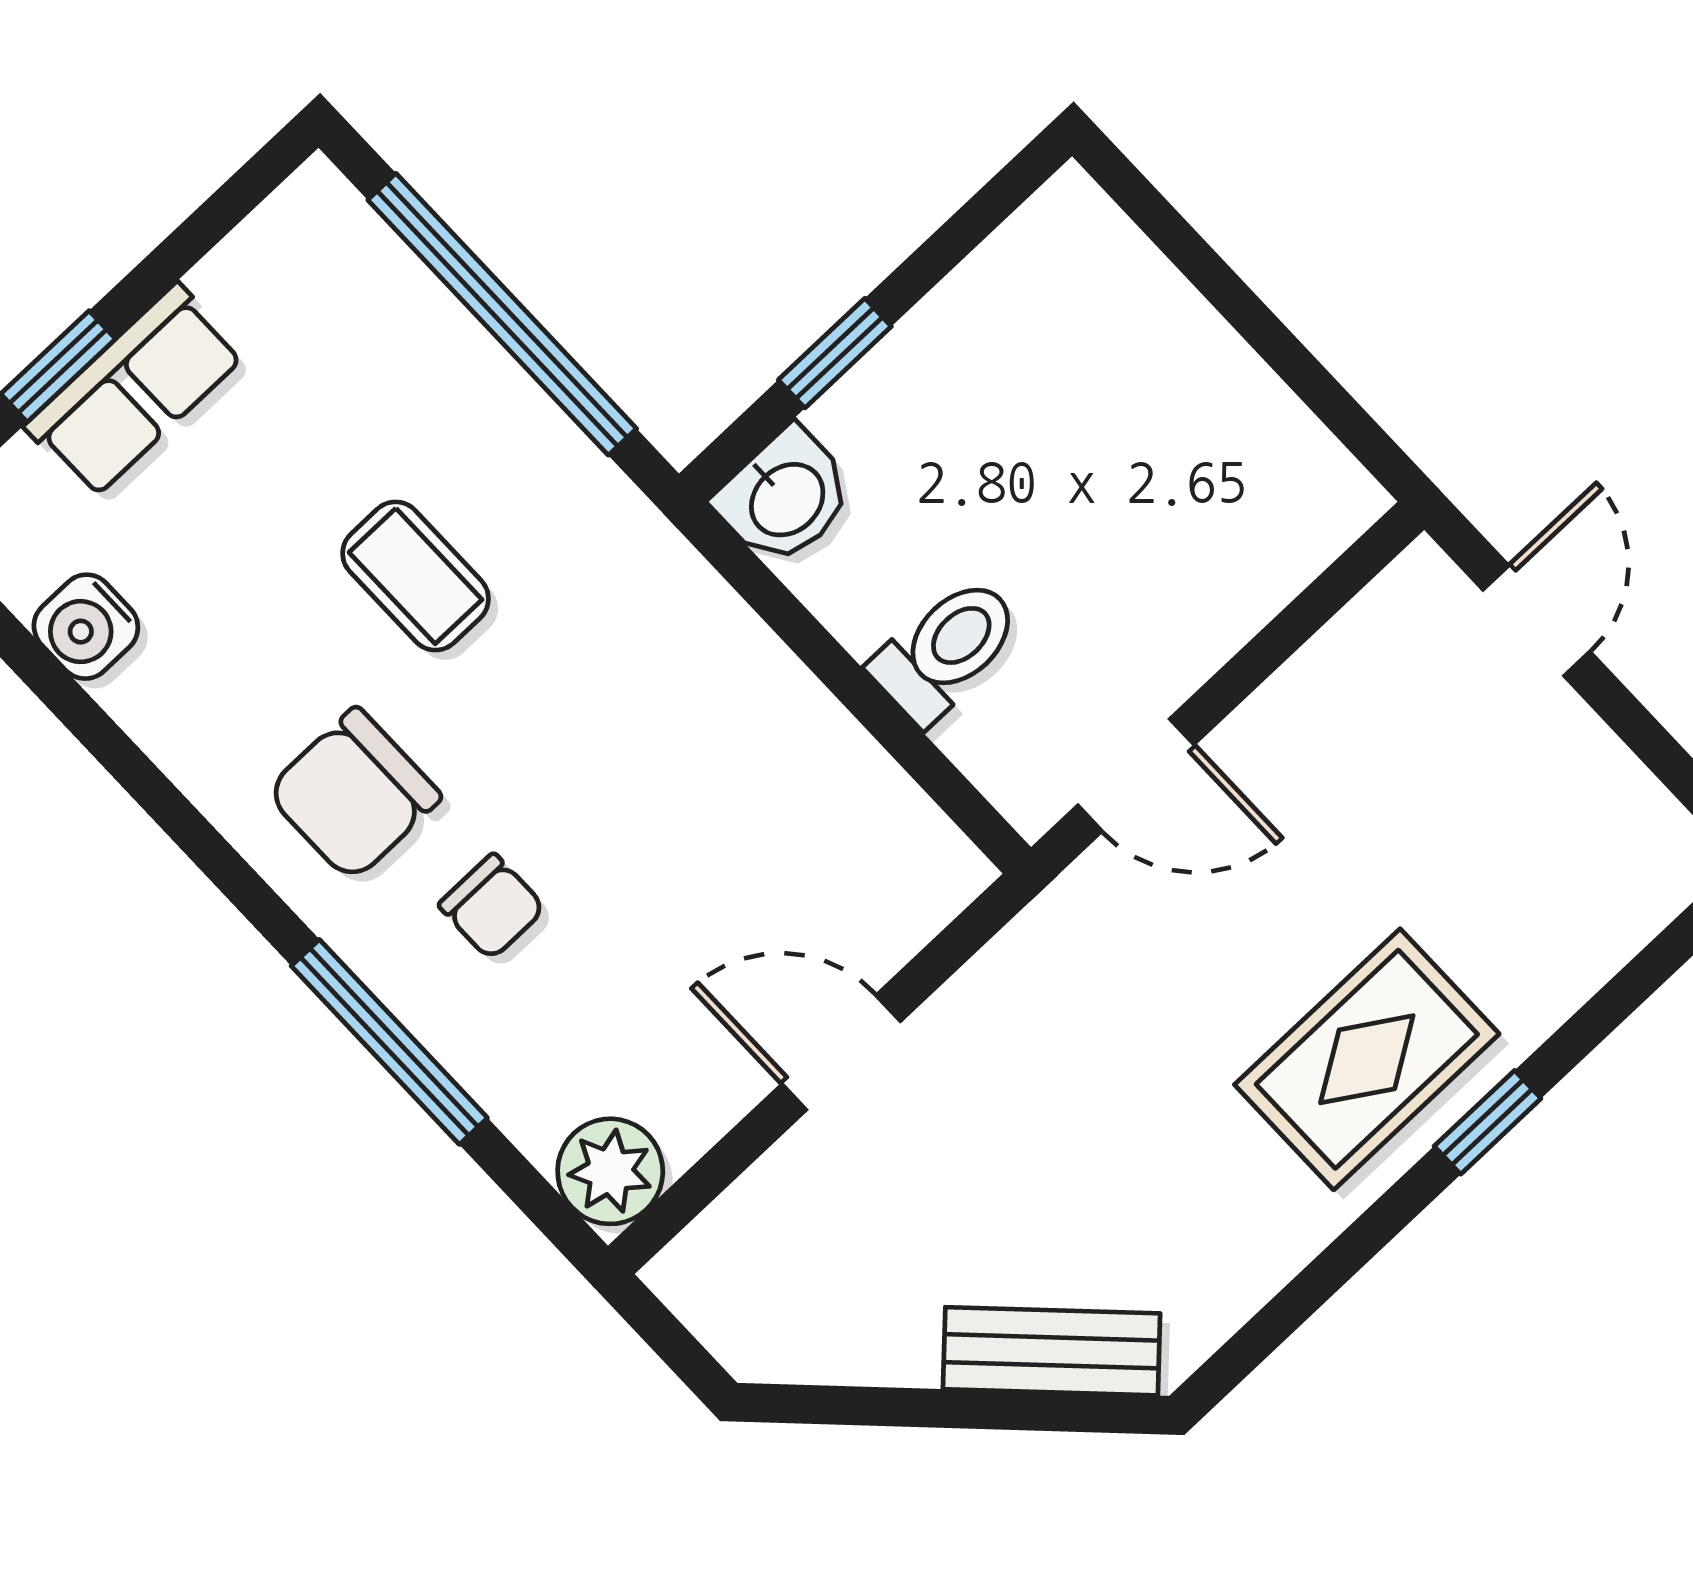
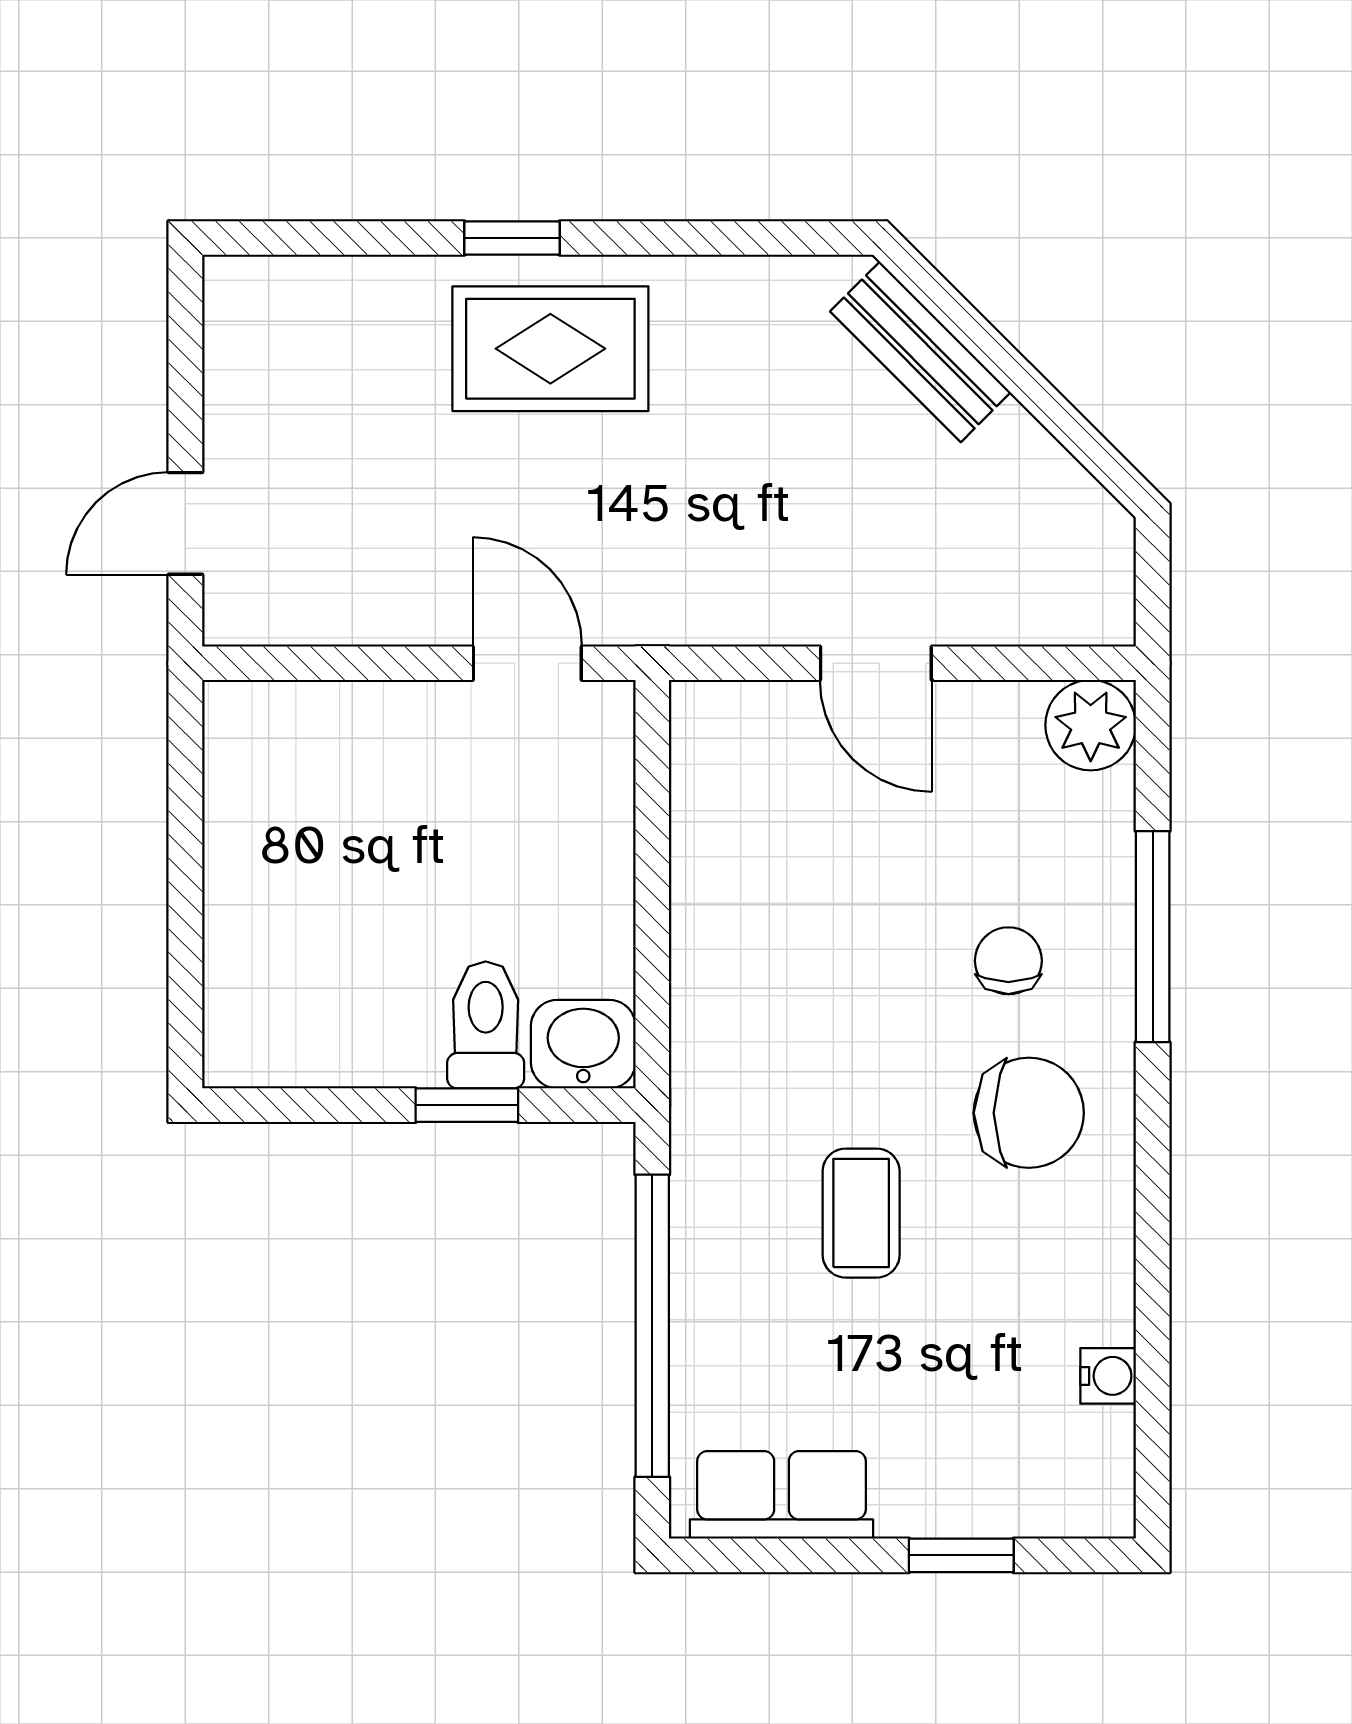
row of seats: (135, 391) -> (781, 1495), moved
water cooler: (86, 627) -> (1108, 1376), width x0.72, depth x0.72
toilet: (946, 650) -> (486, 1025), moved, turned 90

